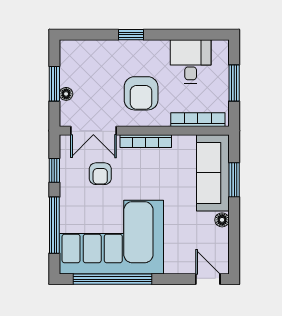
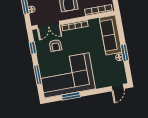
window: (234, 180) -> (125, 53), moved
window: (54, 225) -> (38, 75), width x0.69
window: (113, 279) -> (71, 96), width x0.47
door: (208, 279) -> (118, 87), swing flipped

